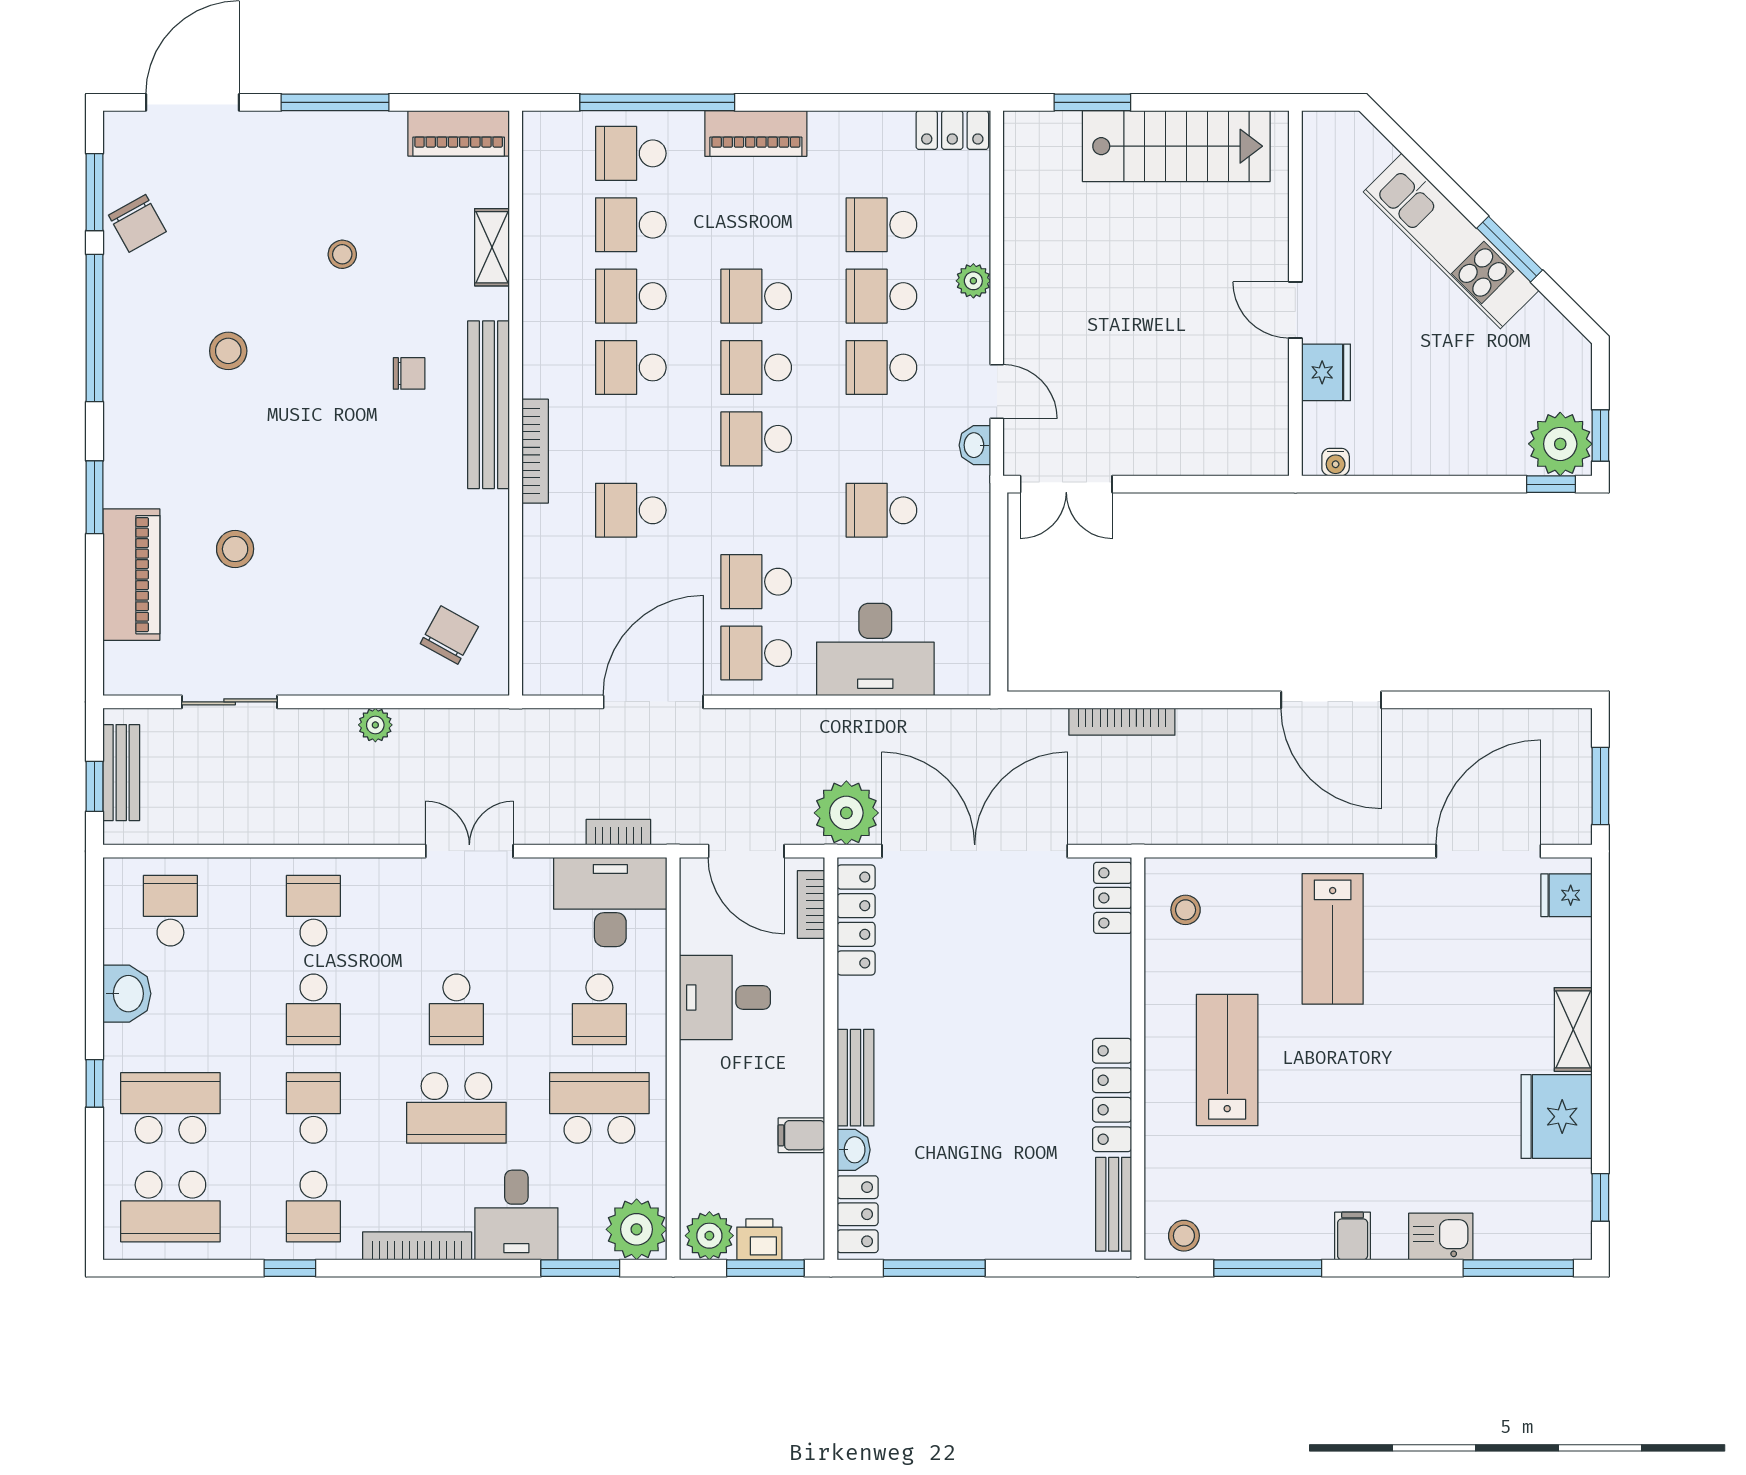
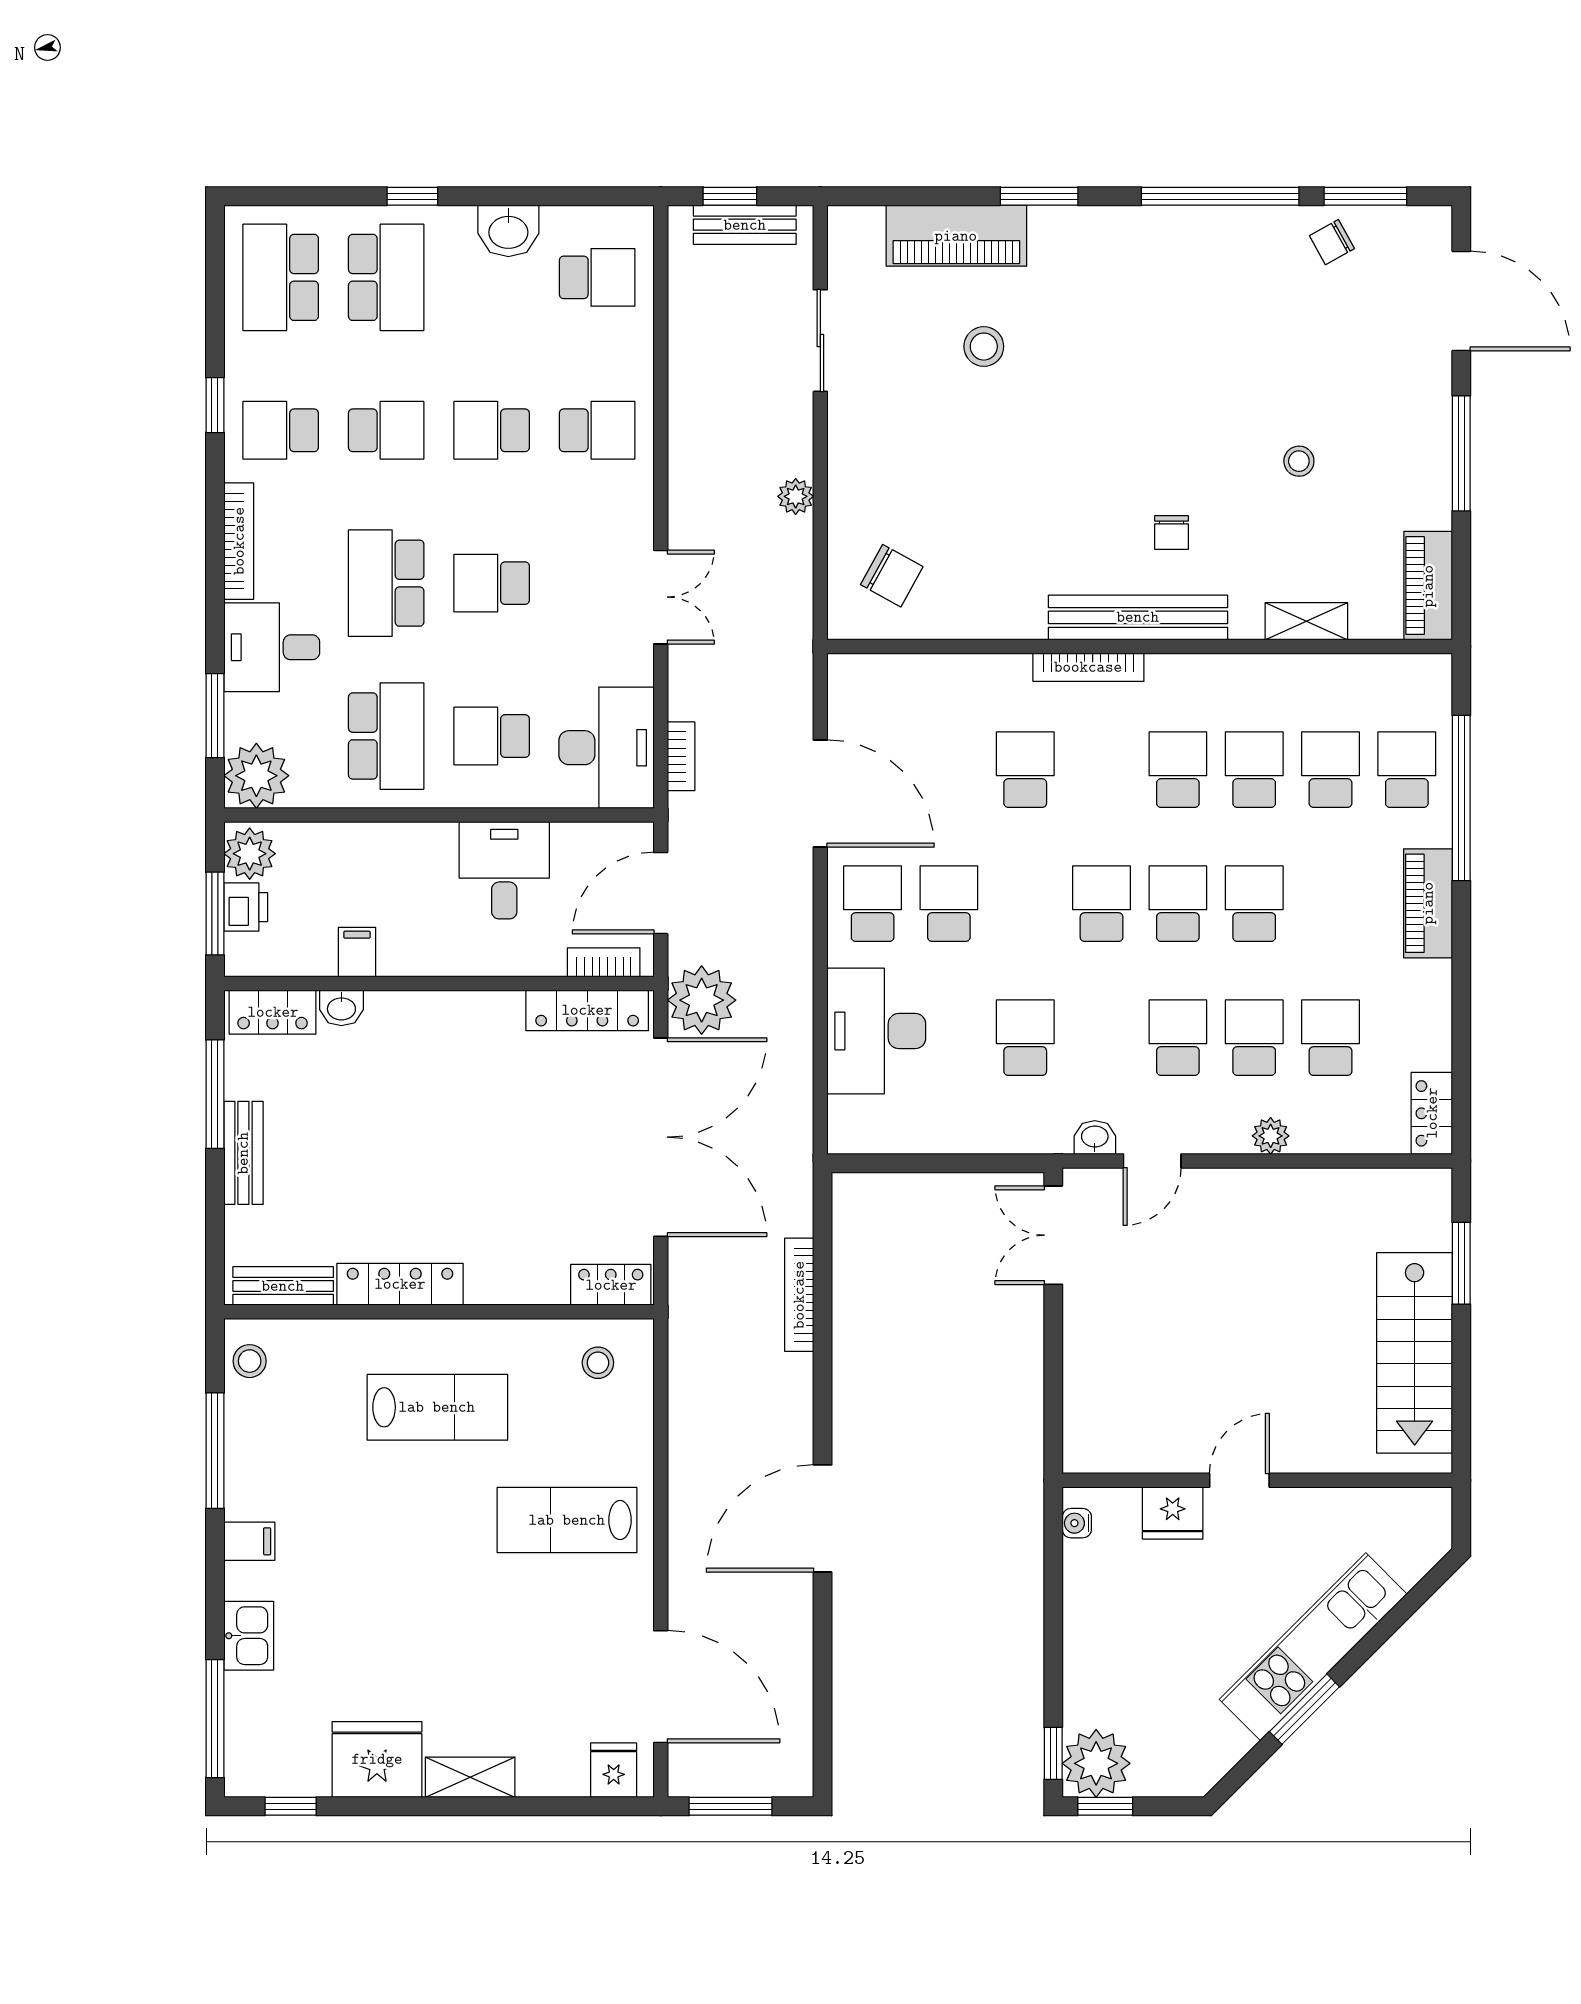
chair: (137, 223) -> (1332, 242), width x0.73, depth x0.73
stool: (228, 351) -> (1196, 339), removed
bench: (855, 1078) -> (243, 1153), moved, turned 90

